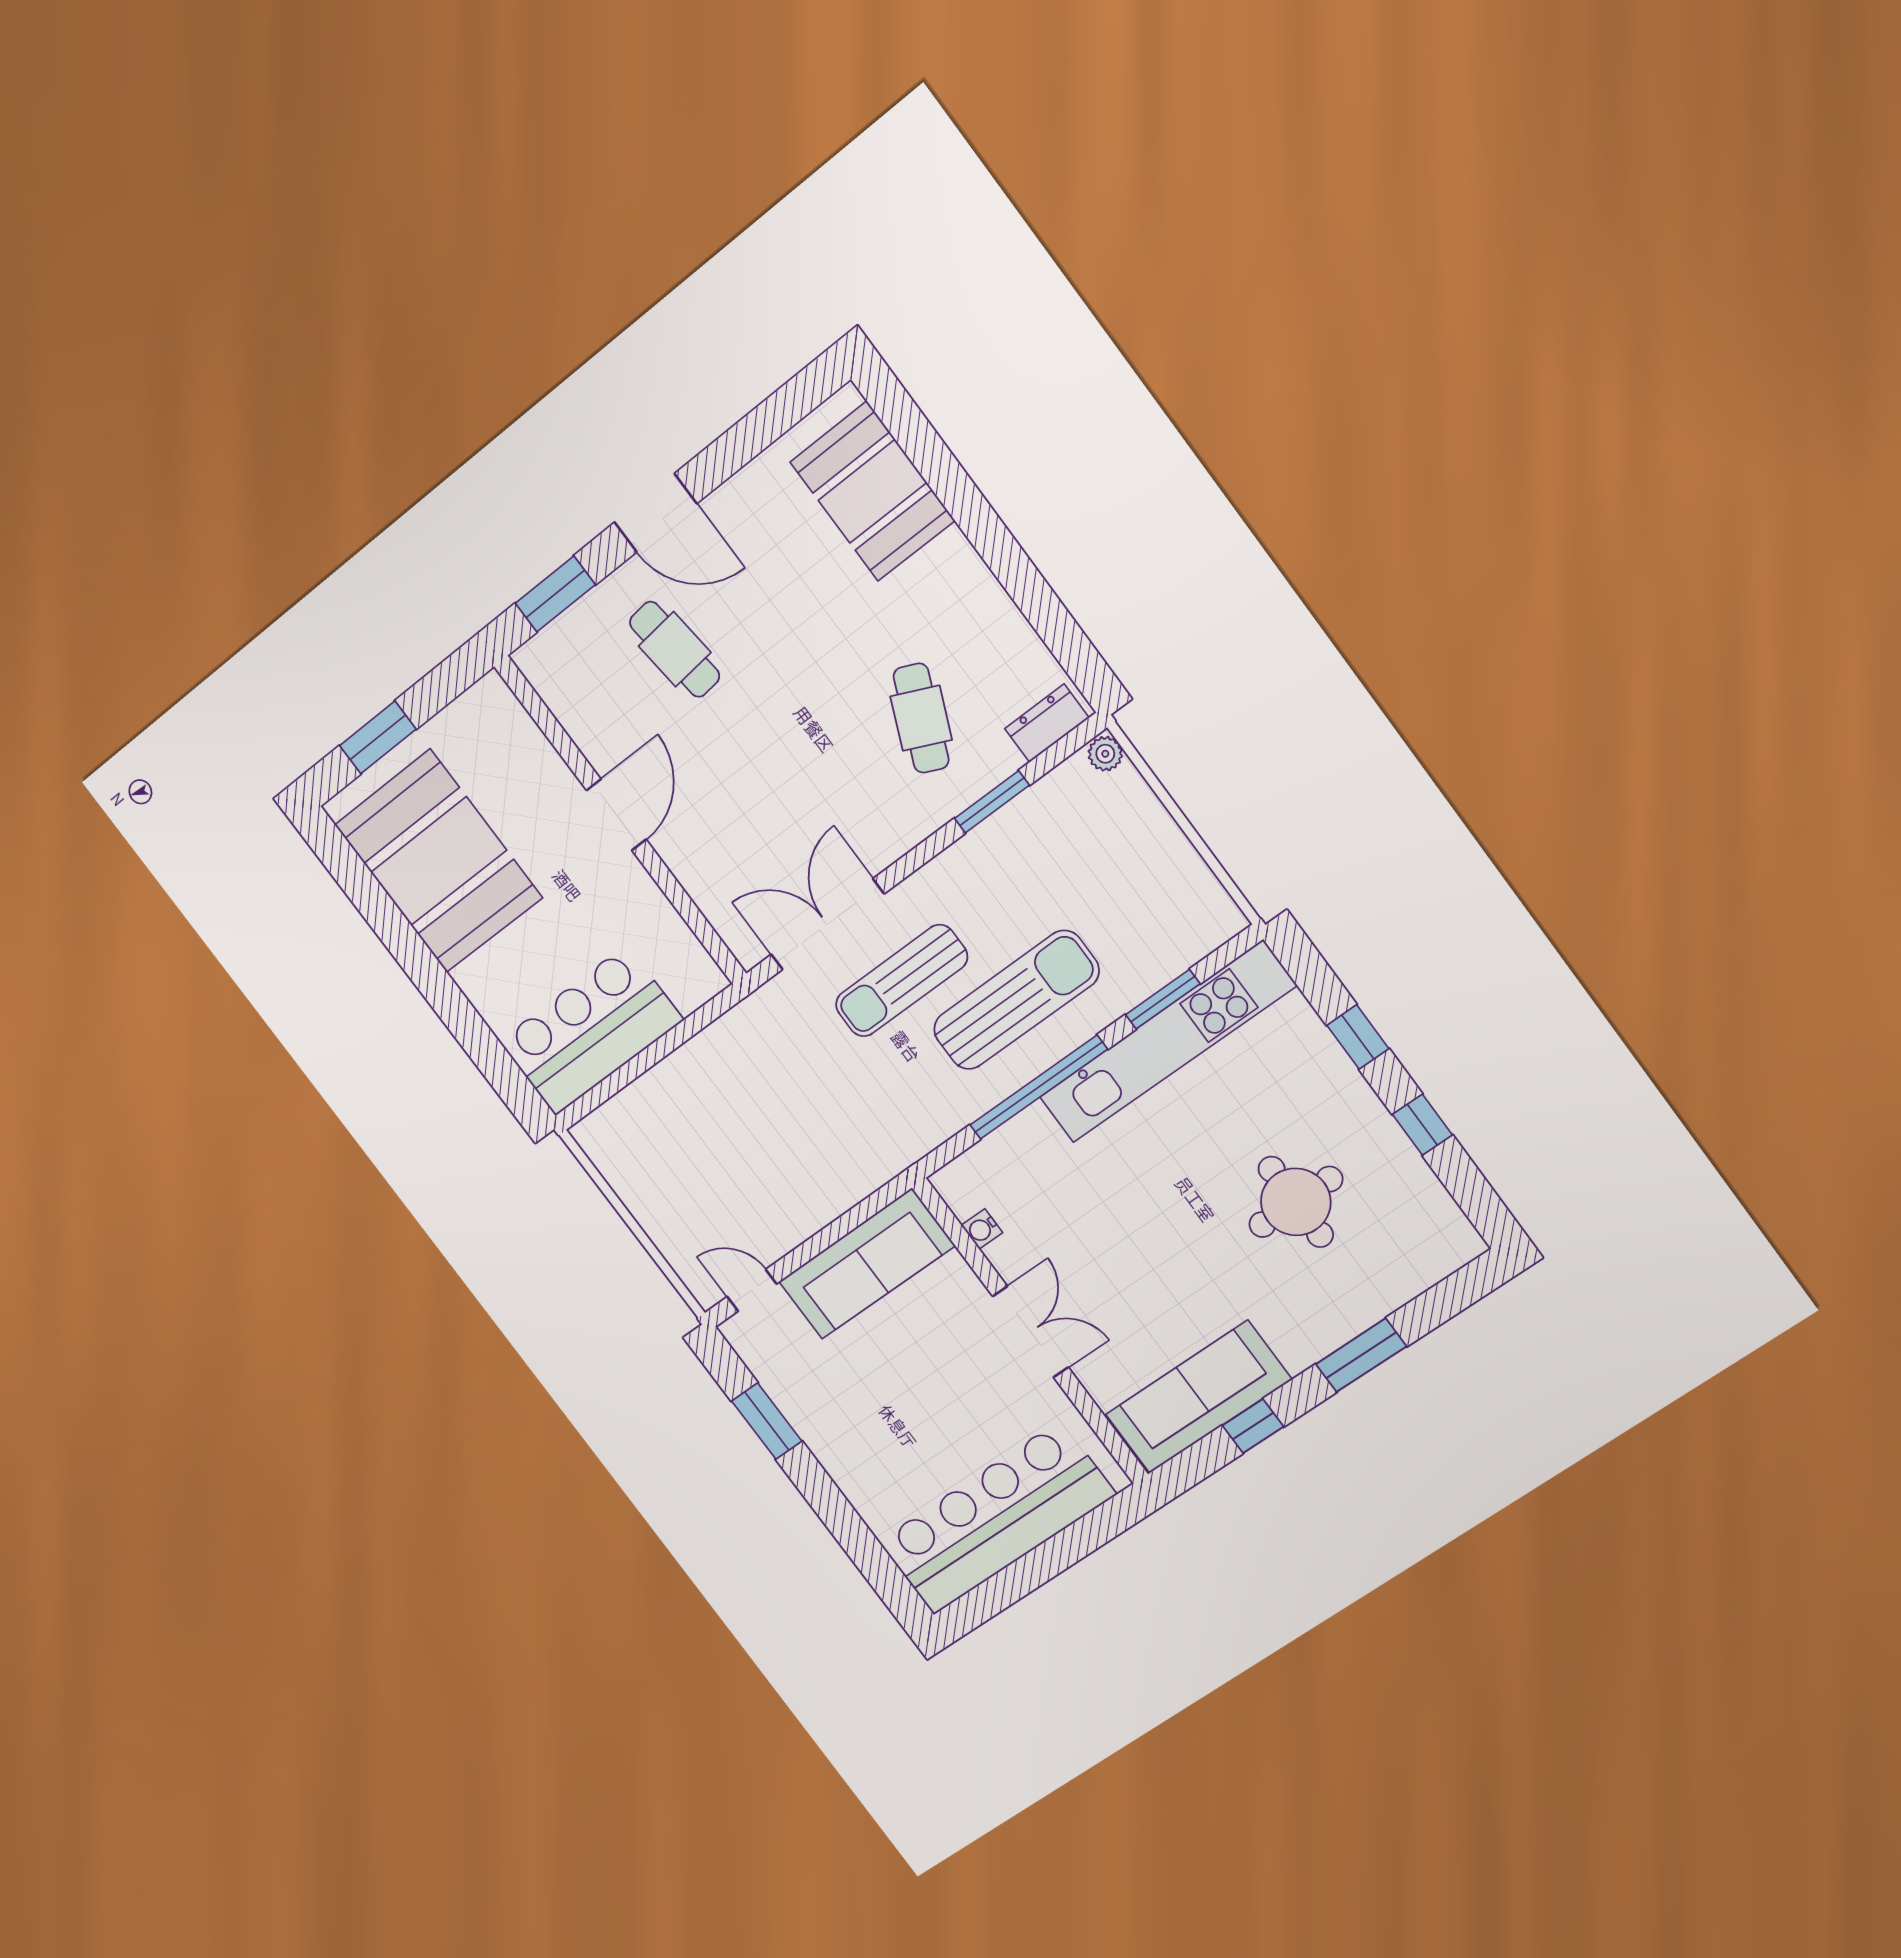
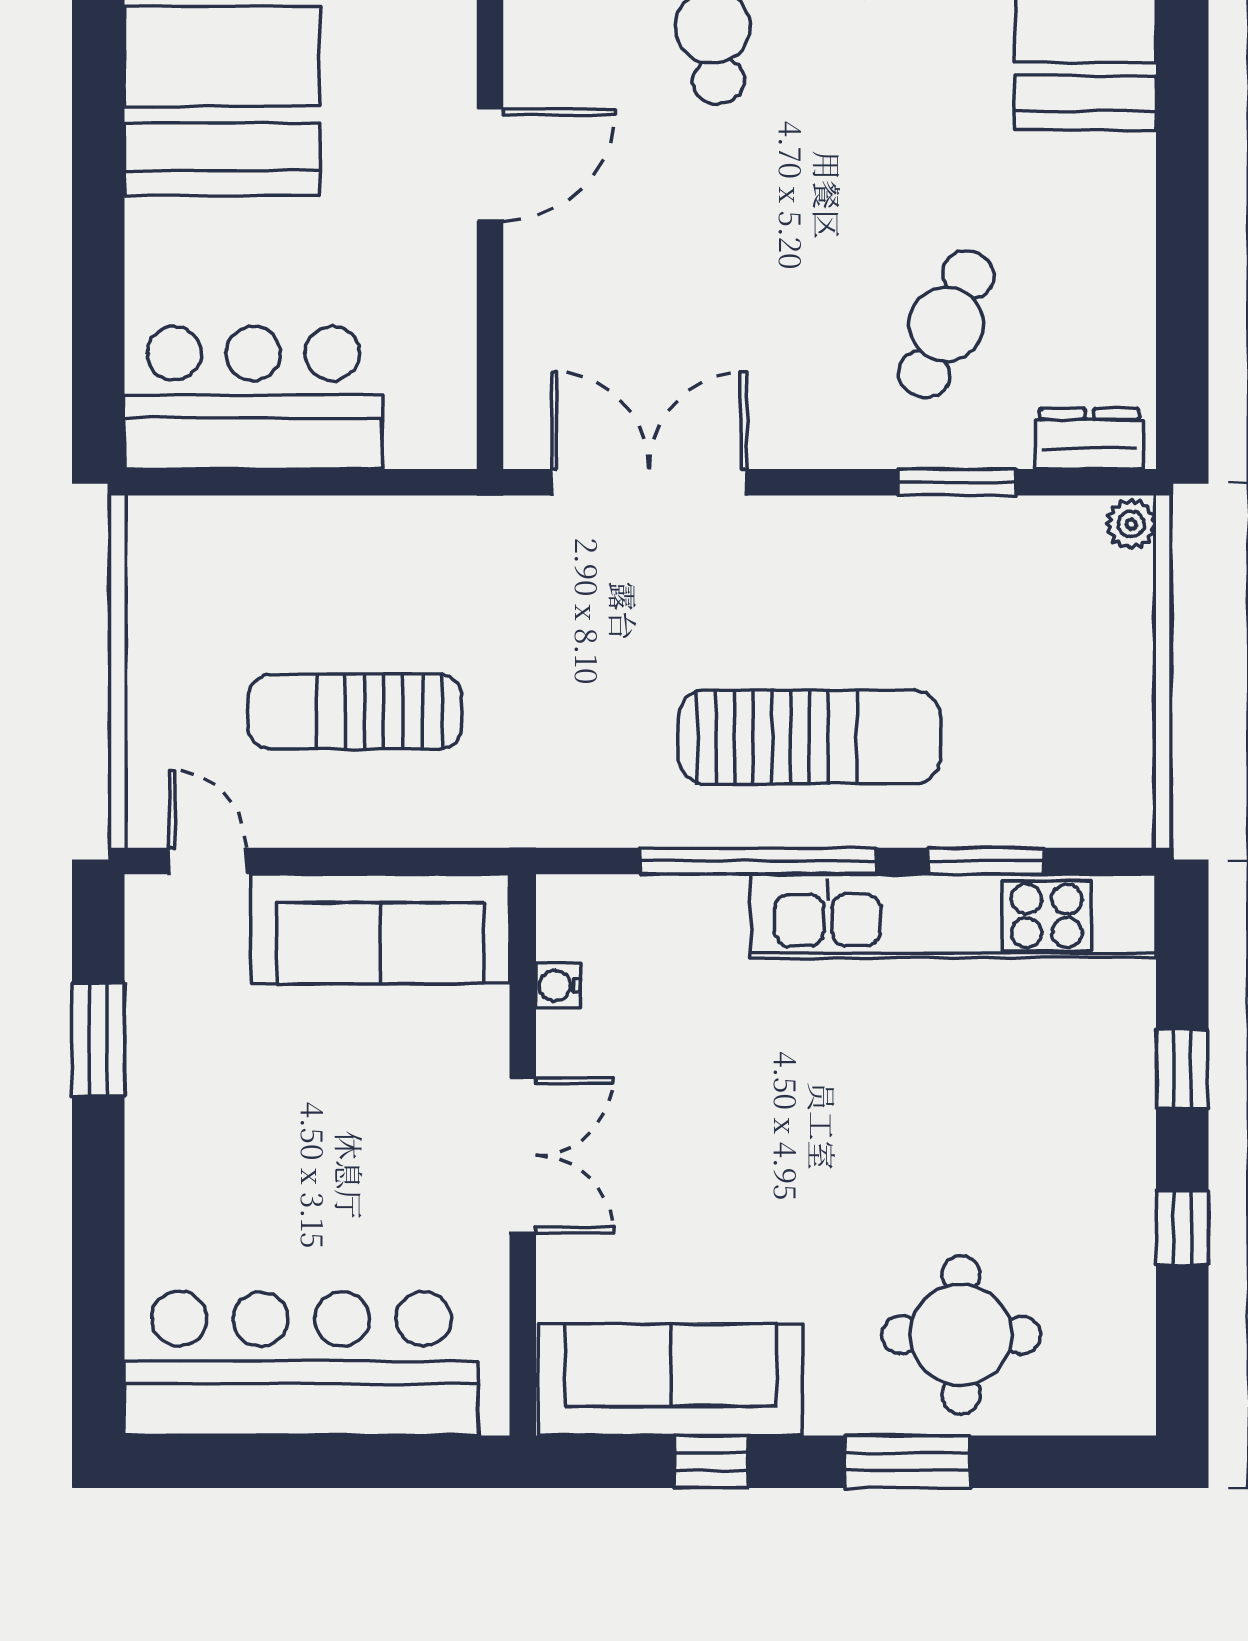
sun lounger: (901, 981) -> (355, 712), moved
round table: (1296, 1202) -> (961, 1335), moved

